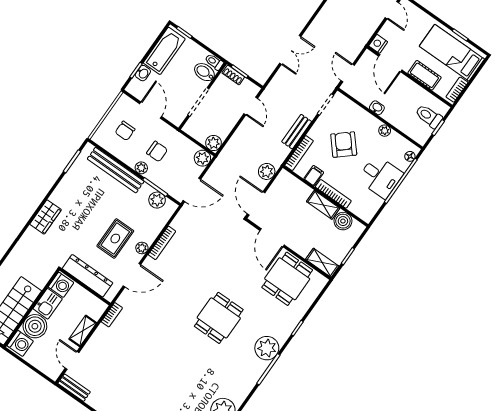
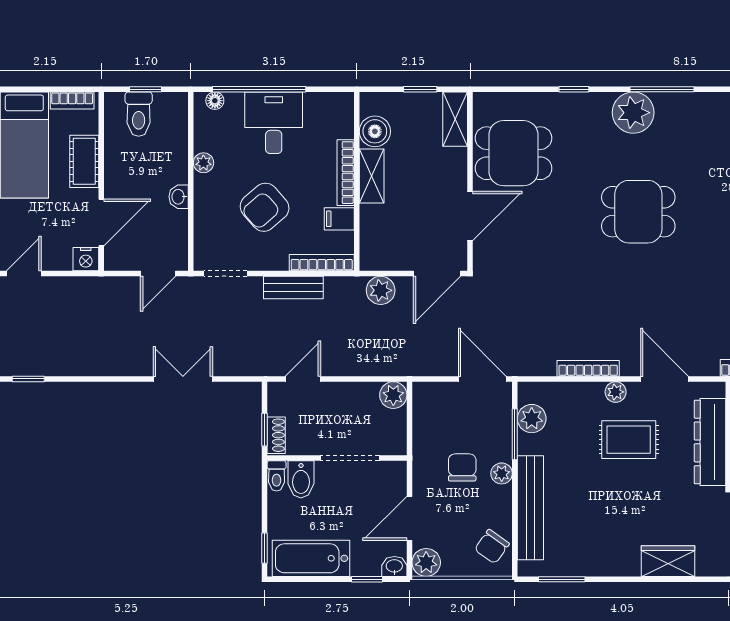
washbasin: (143, 73) -> (394, 566), moved
chair: (125, 131) -> (492, 547), moved, turned 125
plant: (202, 158) -> (426, 562), moved

